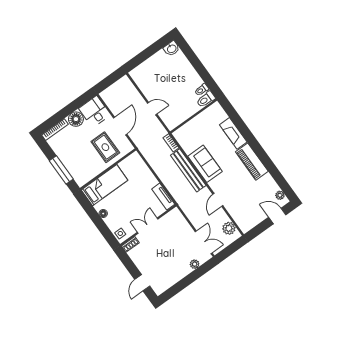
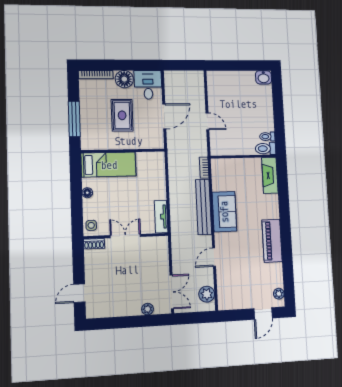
fireplace: (233, 133) -> (270, 175), moved
rug: (105, 147) -> (122, 115), moved
door: (277, 216) -> (263, 313), swing flipped

